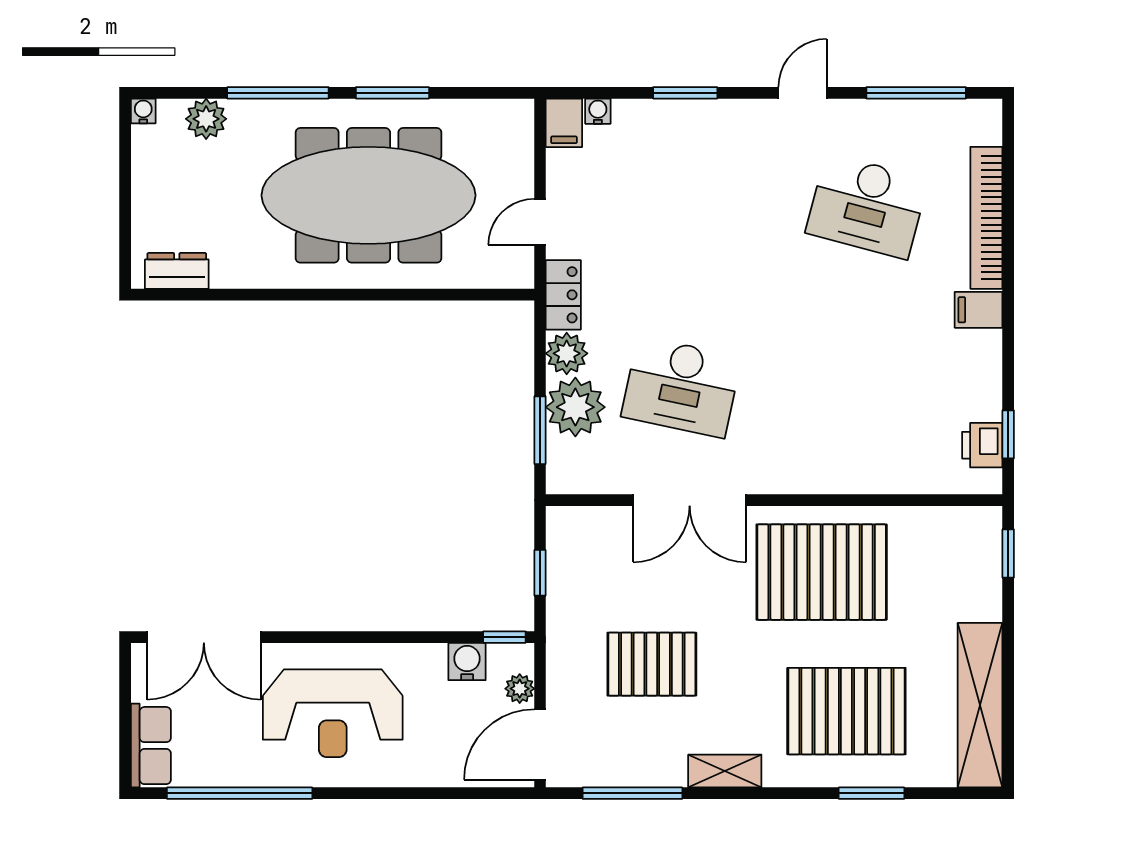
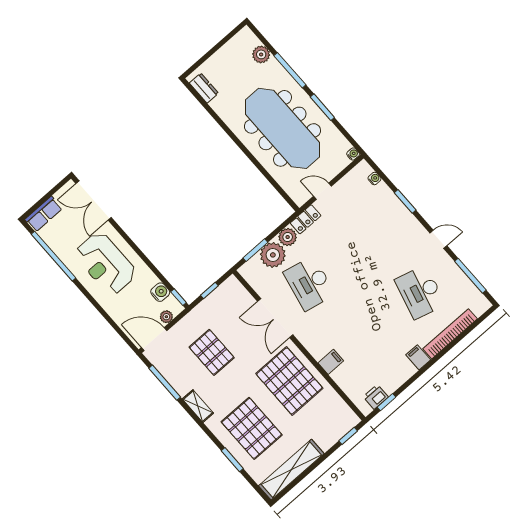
water cooler: (143, 111) -> (353, 154), moved
filing cabinet: (564, 123) -> (331, 362), moved, turned 180

